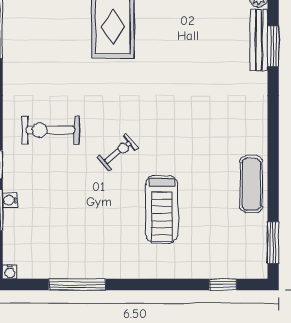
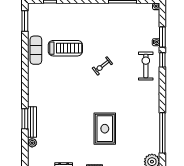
exercise bike: (50, 130) -> (146, 66), moved, turned -90
treadmill: (162, 209) -> (65, 48), moved, turned 90

